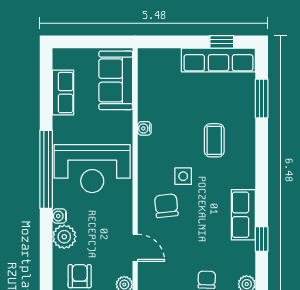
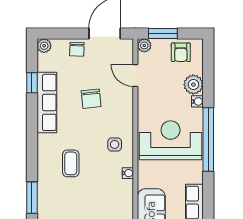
side table: (183, 176) -> (115, 144), moved
chair: (166, 206) -> (91, 99), moved
row of seats: (243, 215) -> (47, 102), width x1.48

